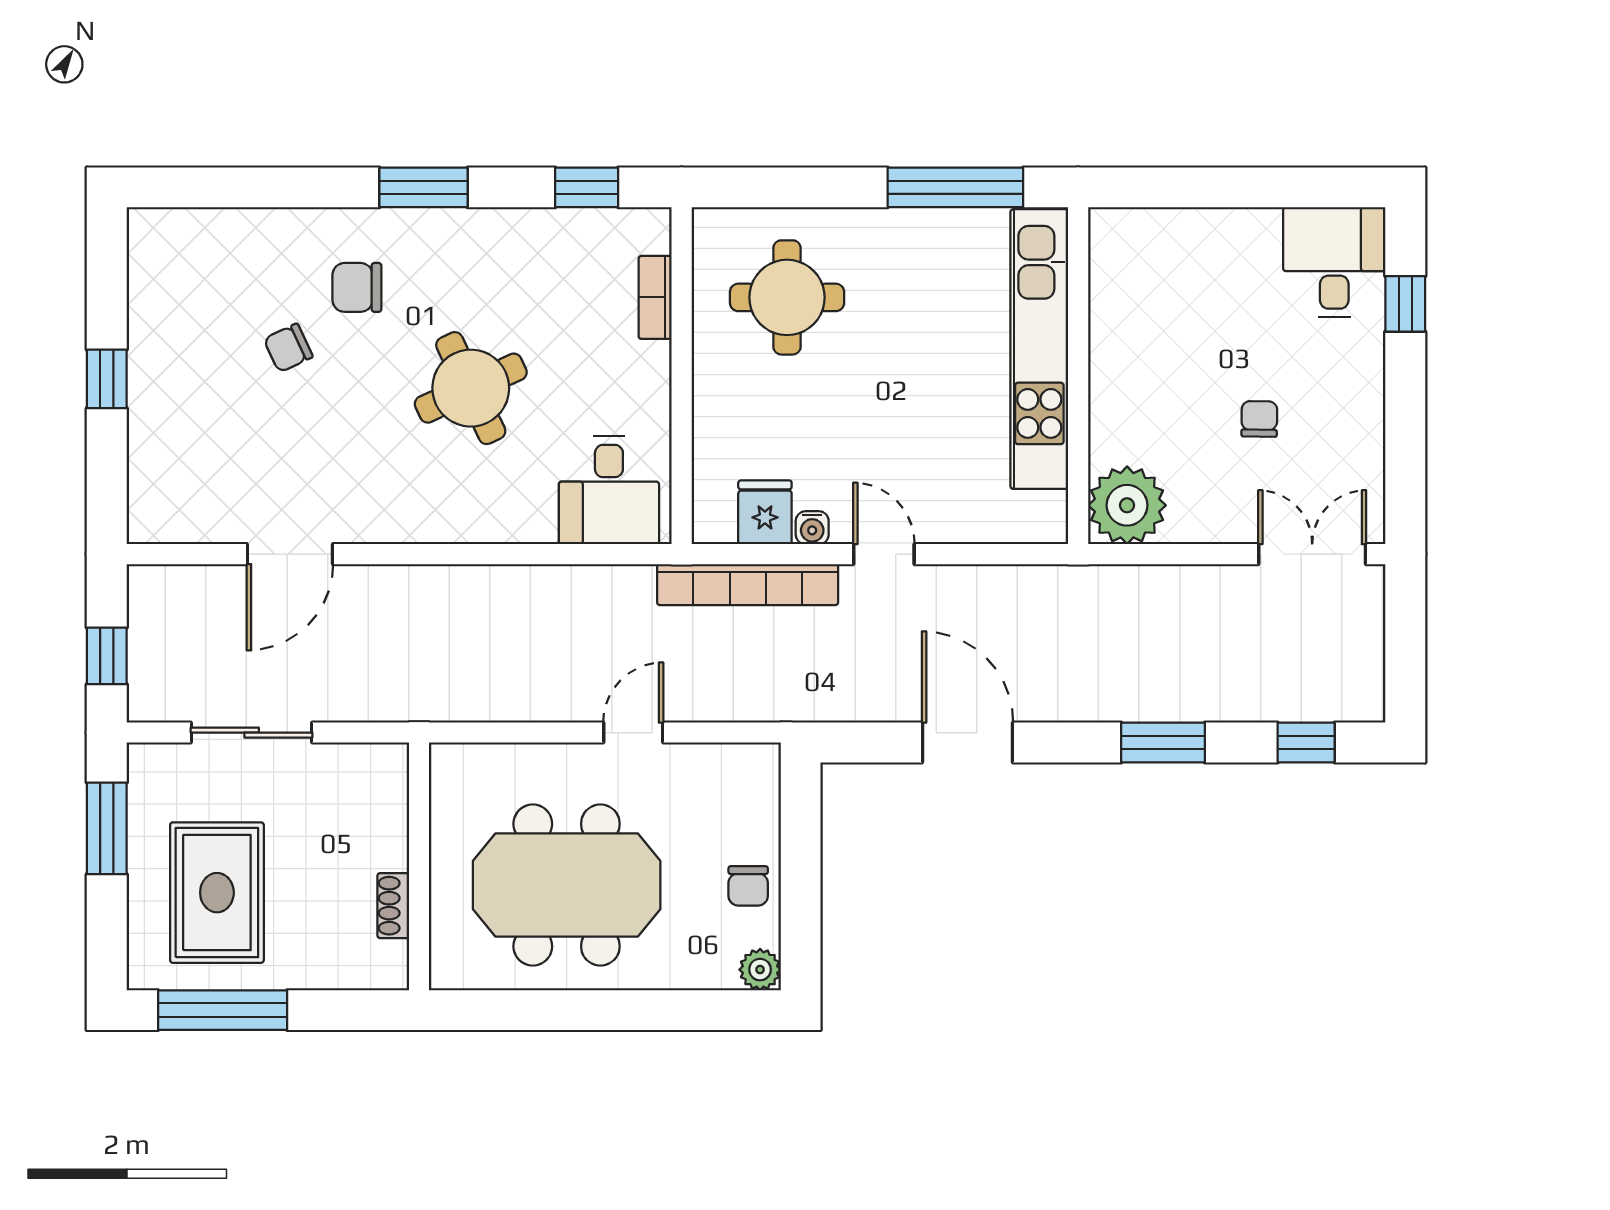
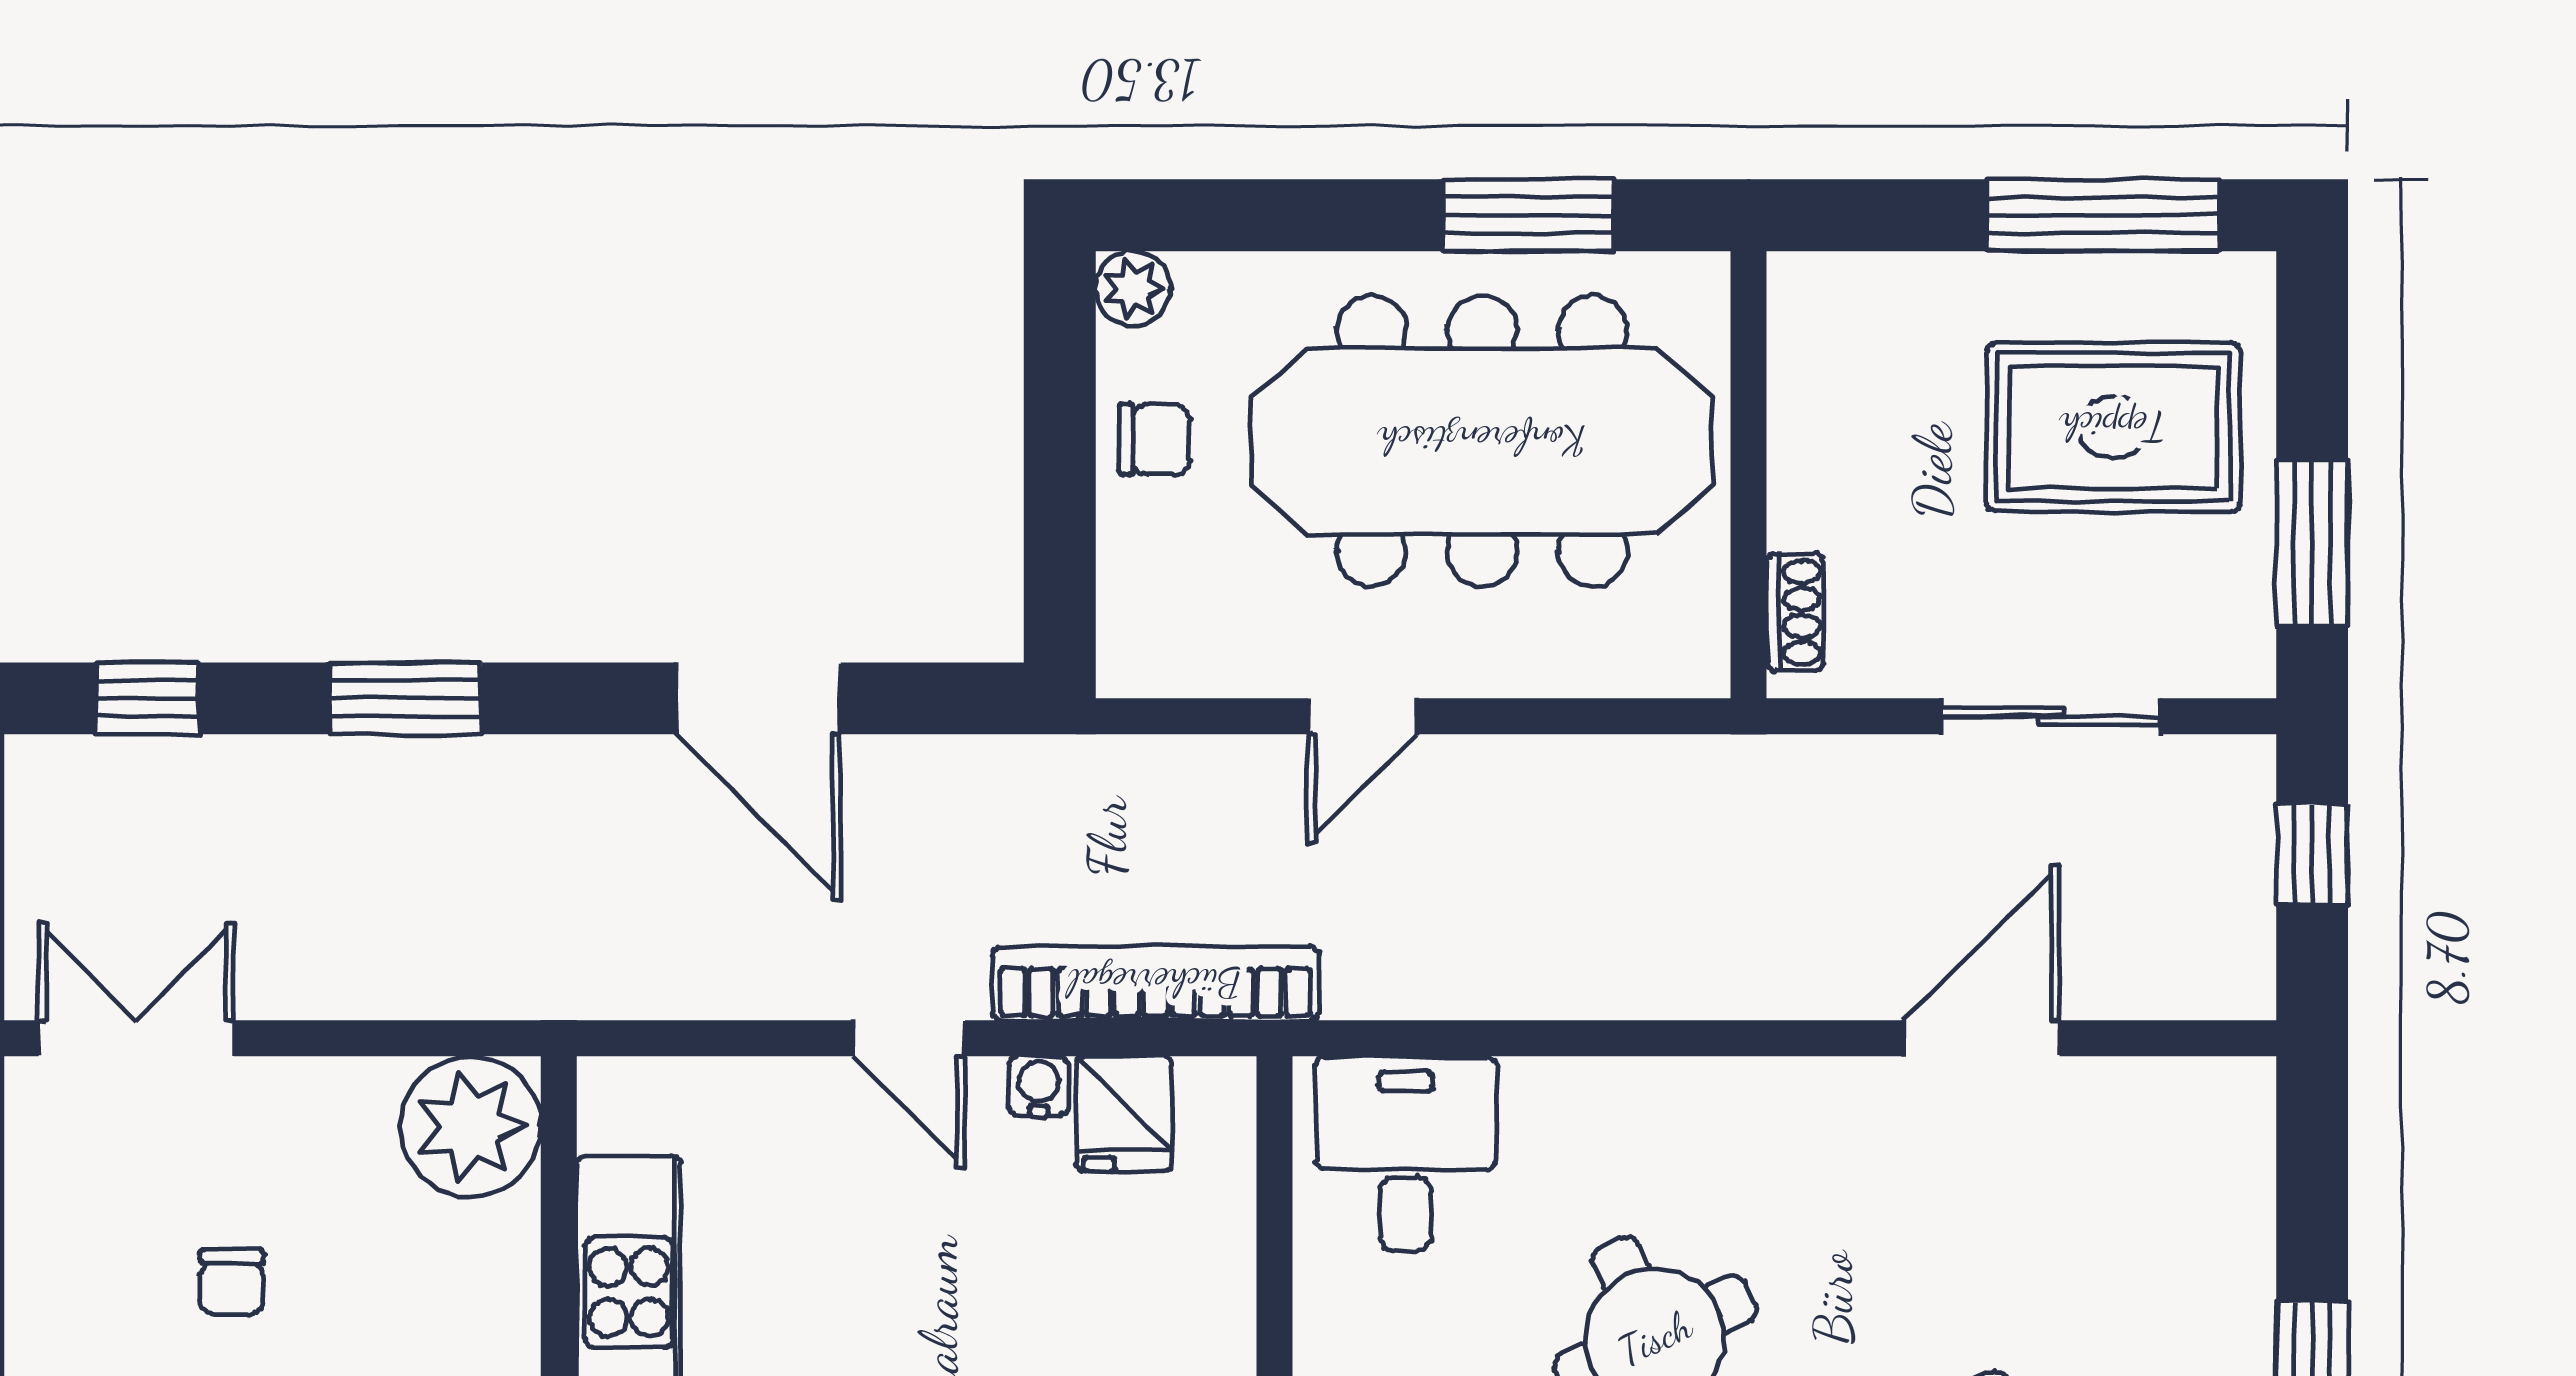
double door: (1312, 554) -> (136, 1038), swing flipped
meeting table: (567, 885) -> (1482, 441), width x1.36
chair: (748, 886) -> (1154, 439), turned 90
rug: (217, 893) -> (2113, 427), turned 90
shoe rack: (393, 906) -> (1795, 612), moved
window: (541, 1010) -> (1528, 215), added

